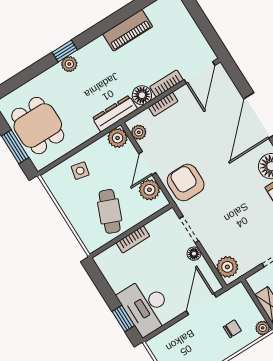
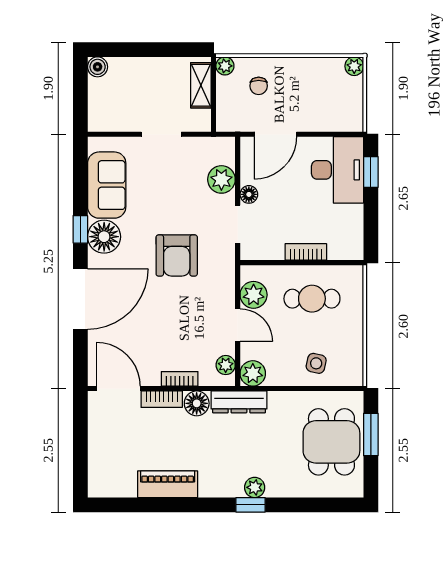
door: (199, 73) -> (118, 389), hinge flipped
door: (147, 163) -> (238, 325), hinge flipped
armchair: (186, 183) -> (177, 256), moved
cafe table: (110, 211) -> (312, 299), turned 68
plant: (227, 267) -> (221, 179), moved
chair: (232, 329) -> (259, 86), turned -90

